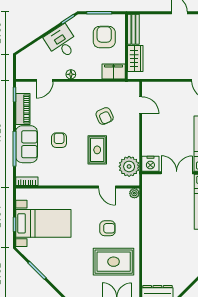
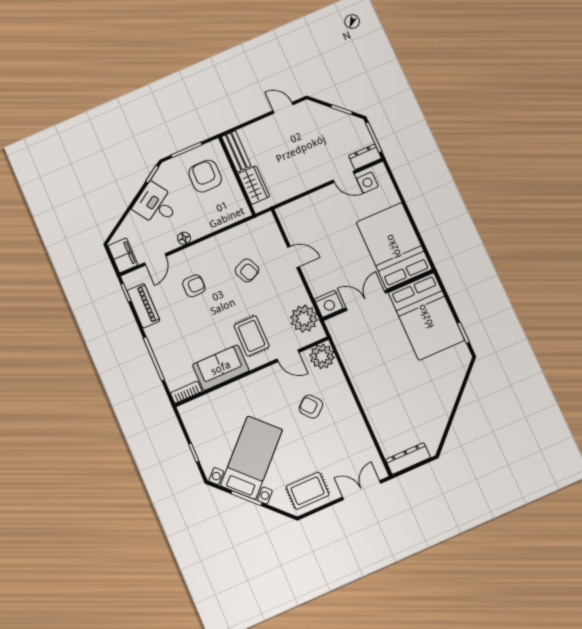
filing cabinet: (114, 71) -> (123, 255), moved, turned 90
door: (141, 105) -> (294, 257), moved
armchair: (59, 140) -> (194, 286), moved, turned 90
sofa: (27, 144) -> (221, 368), moved, turned -90
rug: (97, 150) -> (252, 336), moved
plant: (134, 193) -> (322, 356), width x1.88, depth x1.88
bed with nightstands: (43, 223) -> (251, 458), moved, turned -45
armchair: (107, 228) -> (311, 407), turned -130
rug: (114, 262) -> (308, 491), moved, width x0.73, depth x0.70

